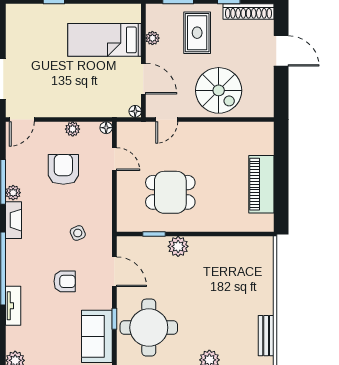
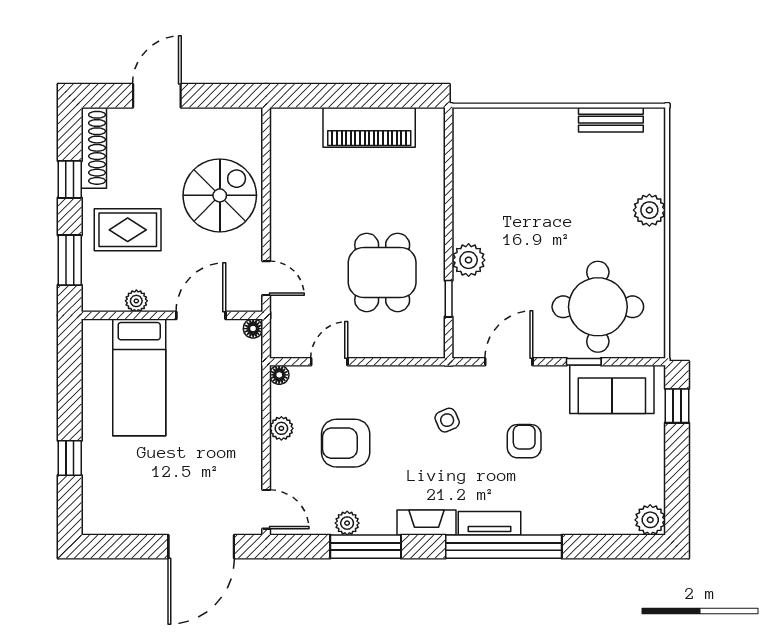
plant: (13, 193) -> (347, 523), moved
tv unit: (13, 306) -> (489, 523), moved

